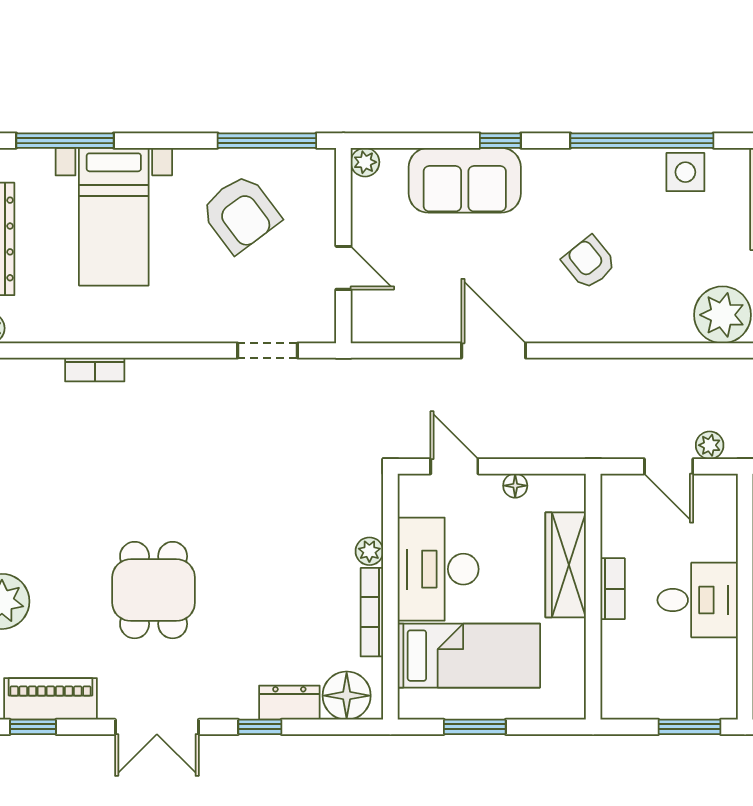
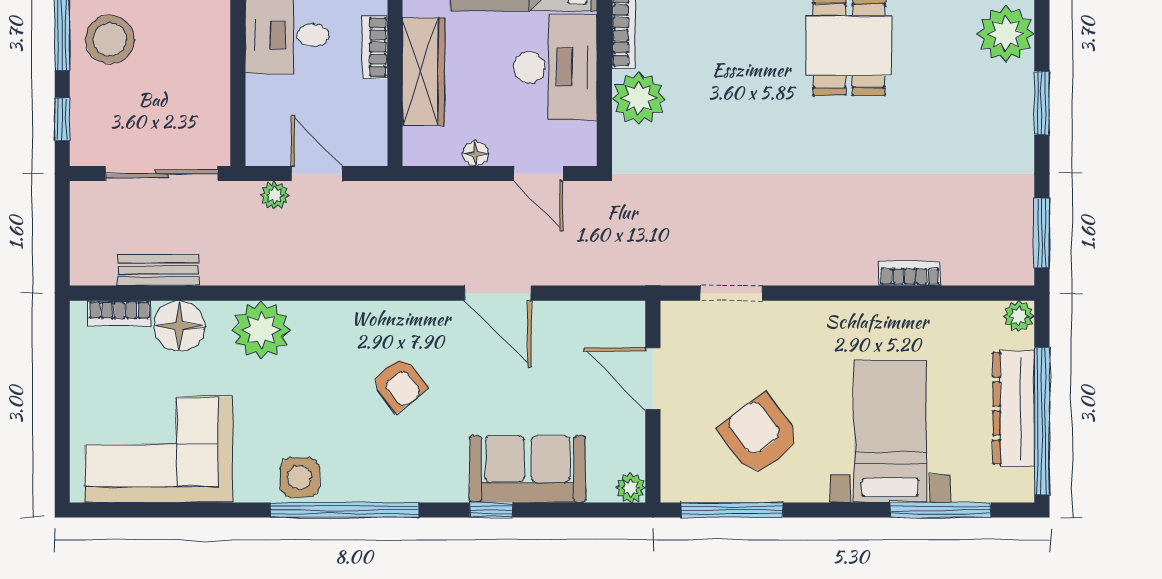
door: (343, 268) -> (653, 379), width x1.38
plant: (369, 551) -> (639, 98), width x1.87, depth x1.87

